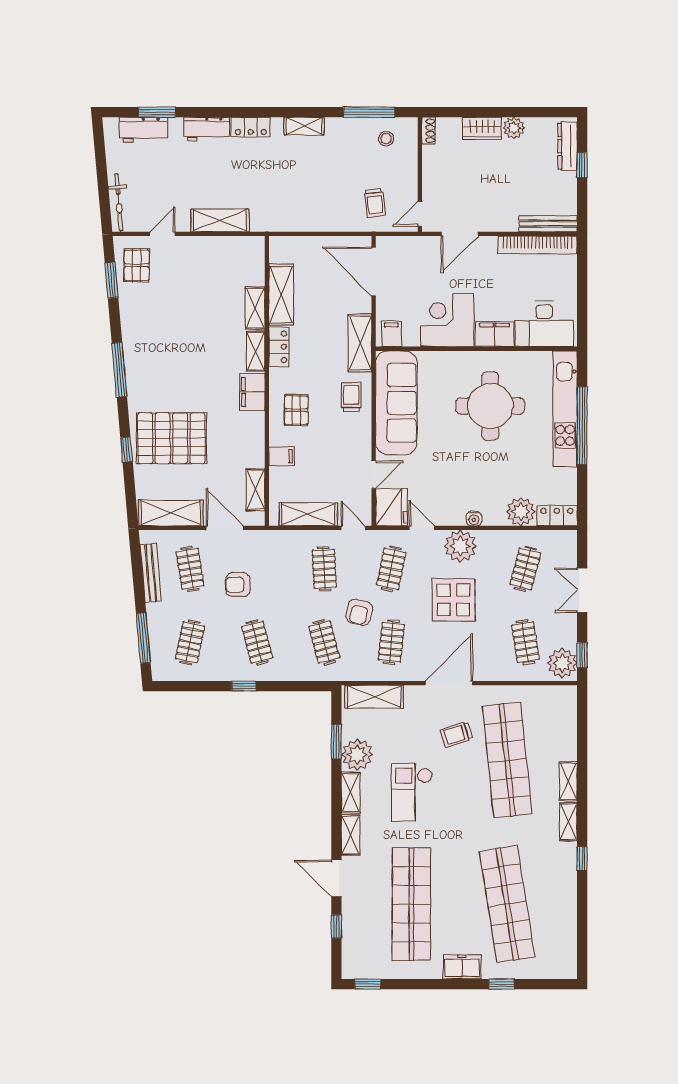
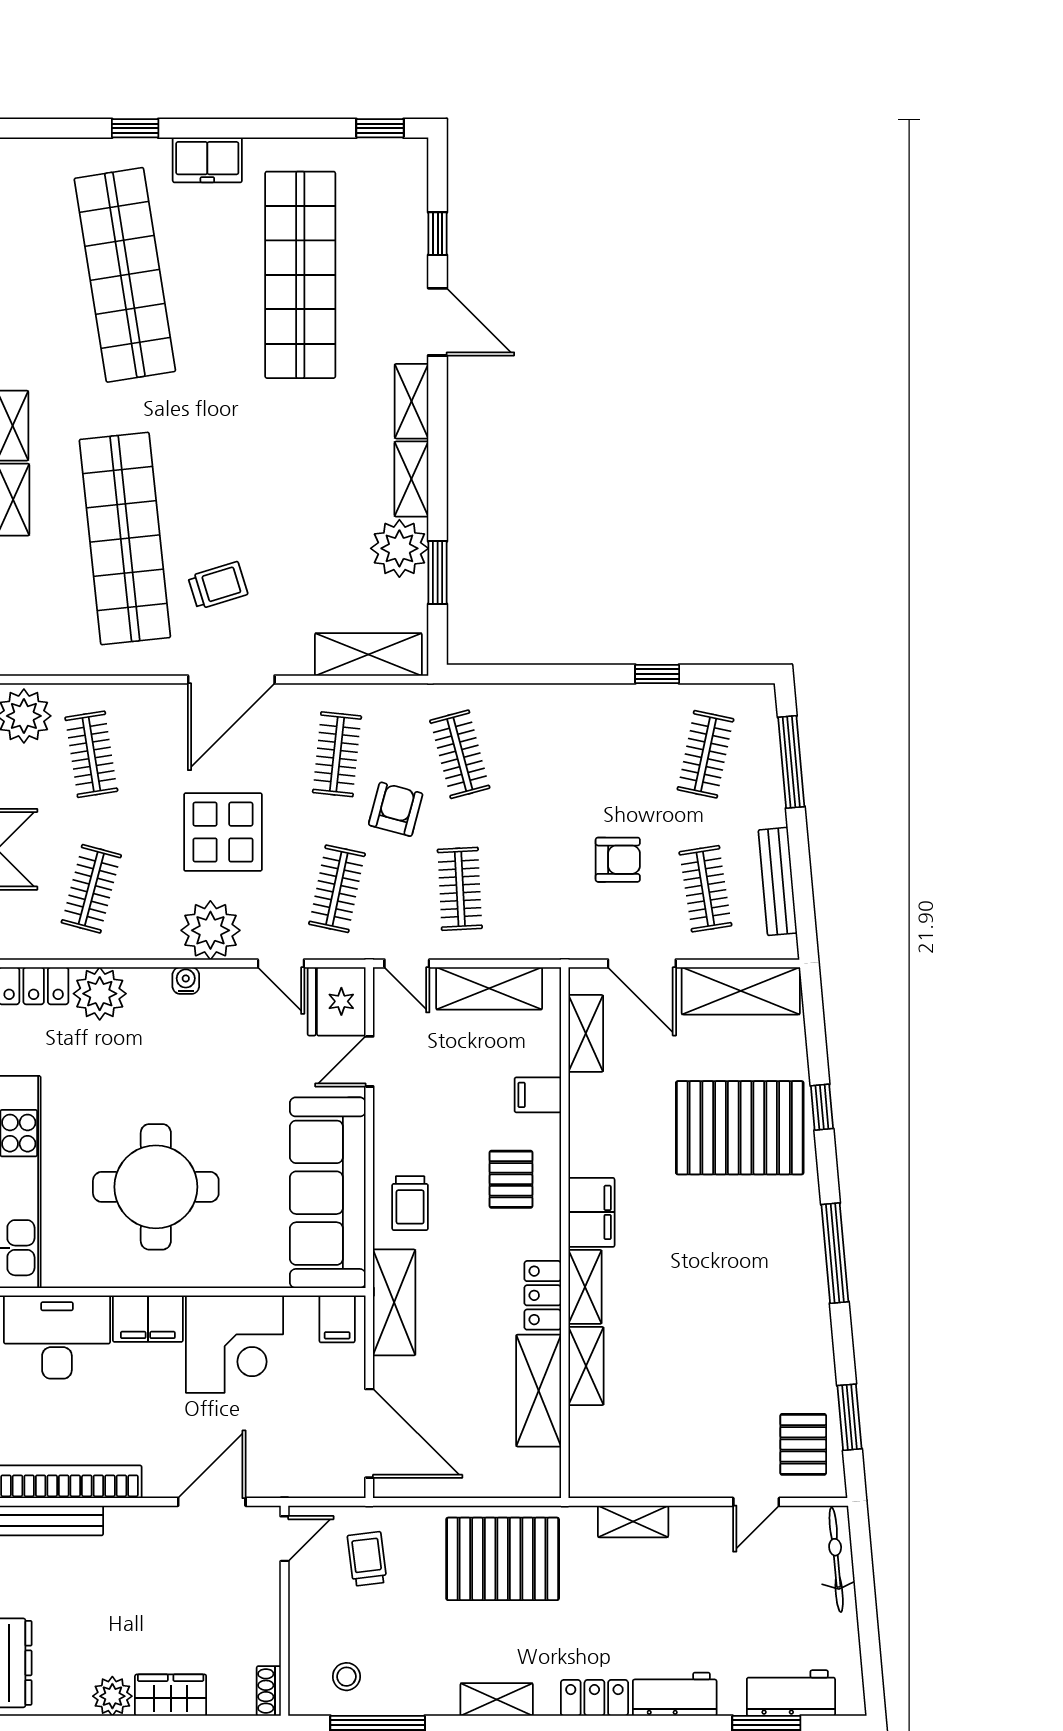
pallet: (301, 203) -> (503, 1559), added
shelving: (220, 220) -> (633, 1521), width x0.67, depth x0.75
clothes rail: (257, 642) -> (583, 754), removed
window: (244, 686) -> (657, 674), moved
checkout: (412, 792) -> (299, 479), removed

